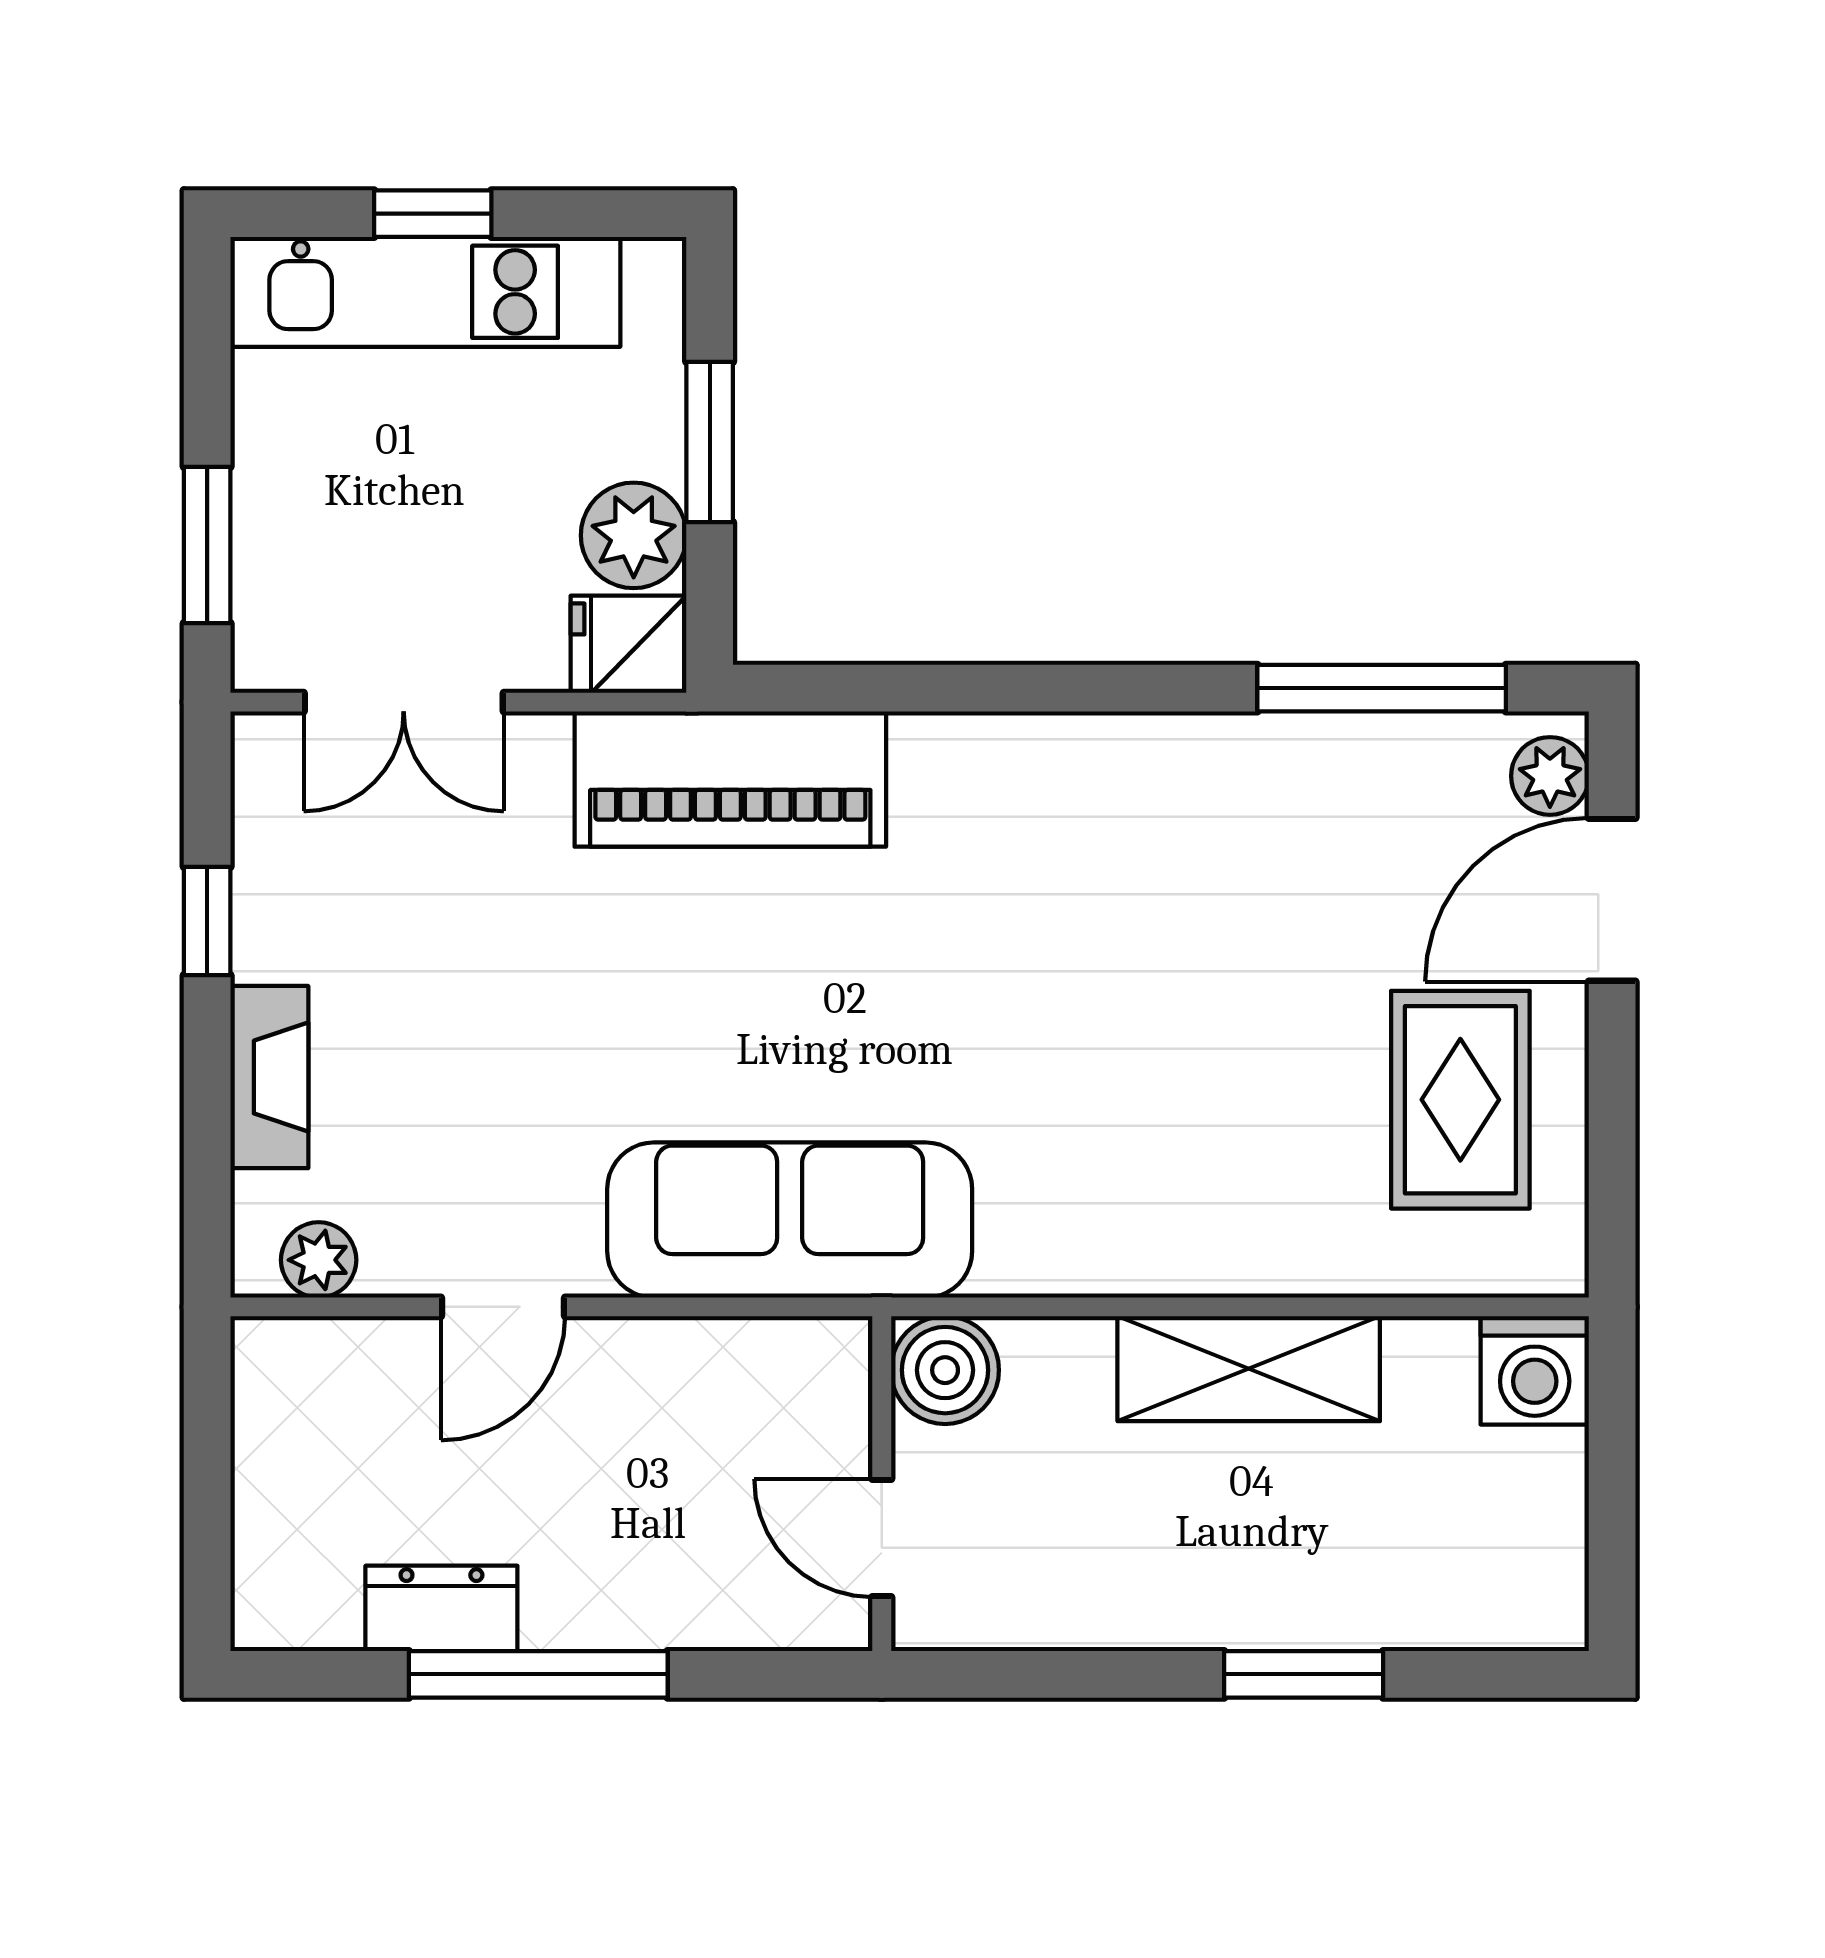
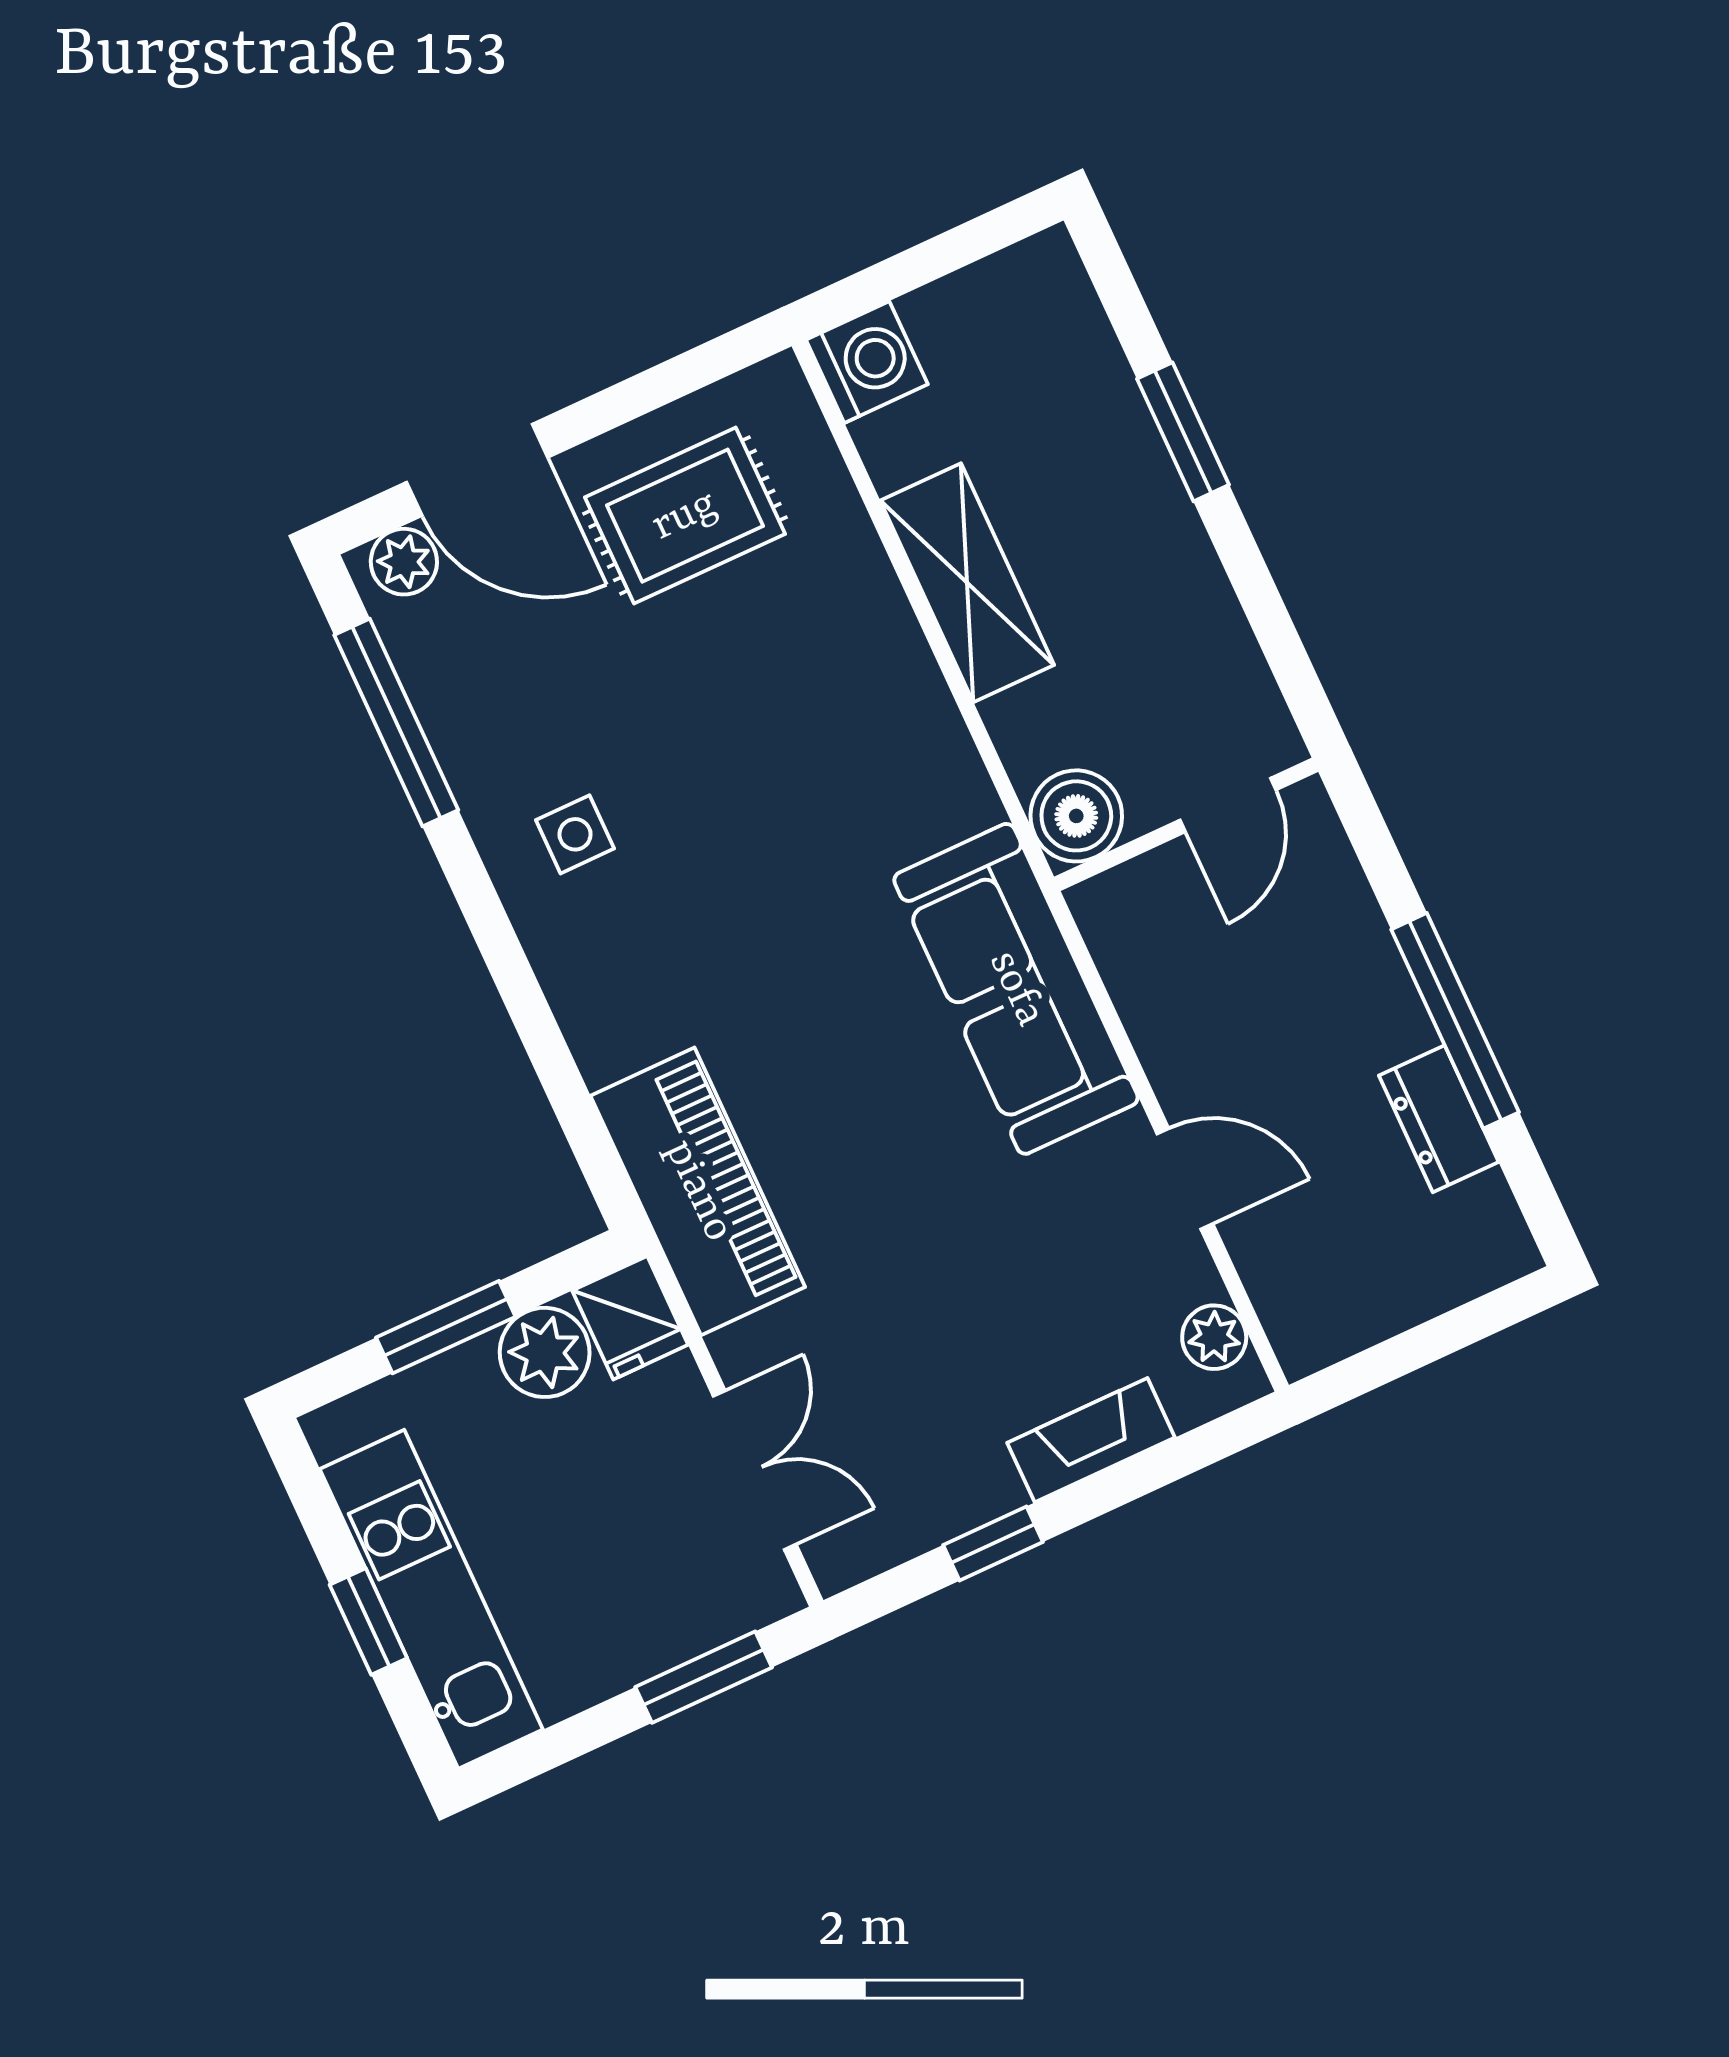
side table: (1173, 824) -> (575, 834), added

